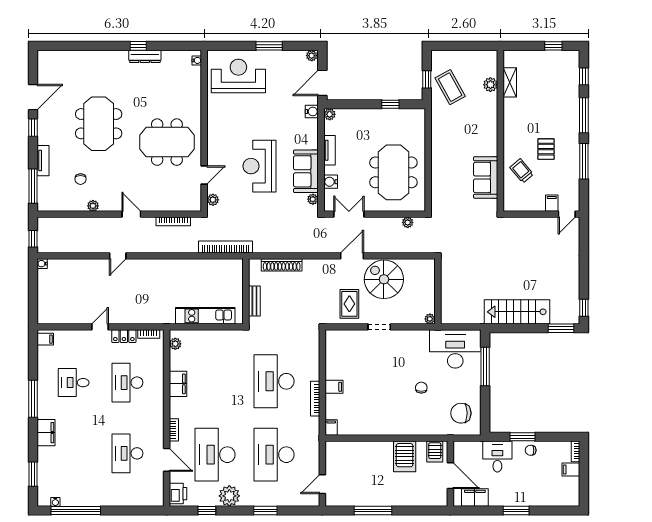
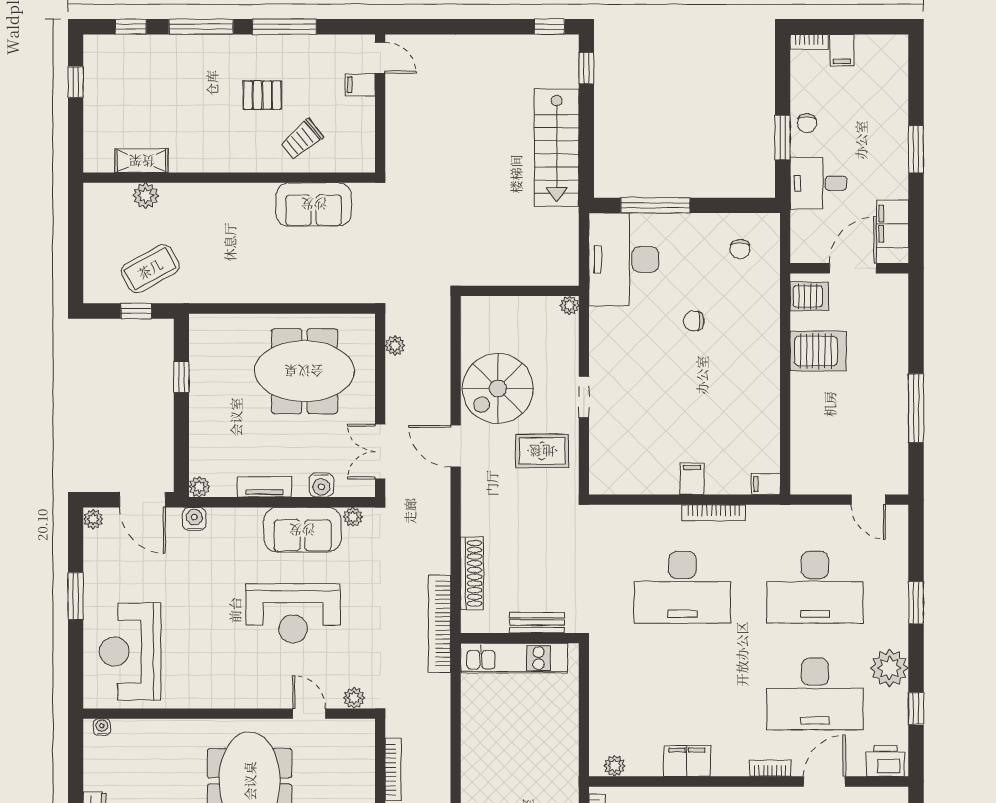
bookcase: (226, 247) -> (439, 624), moved
kitchen unit: (205, 316) -> (514, 658), moved, turned -90
window: (561, 328) -> (586, 68), width x0.67
chair: (461, 413) -> (740, 249), width x0.54, depth x0.54

